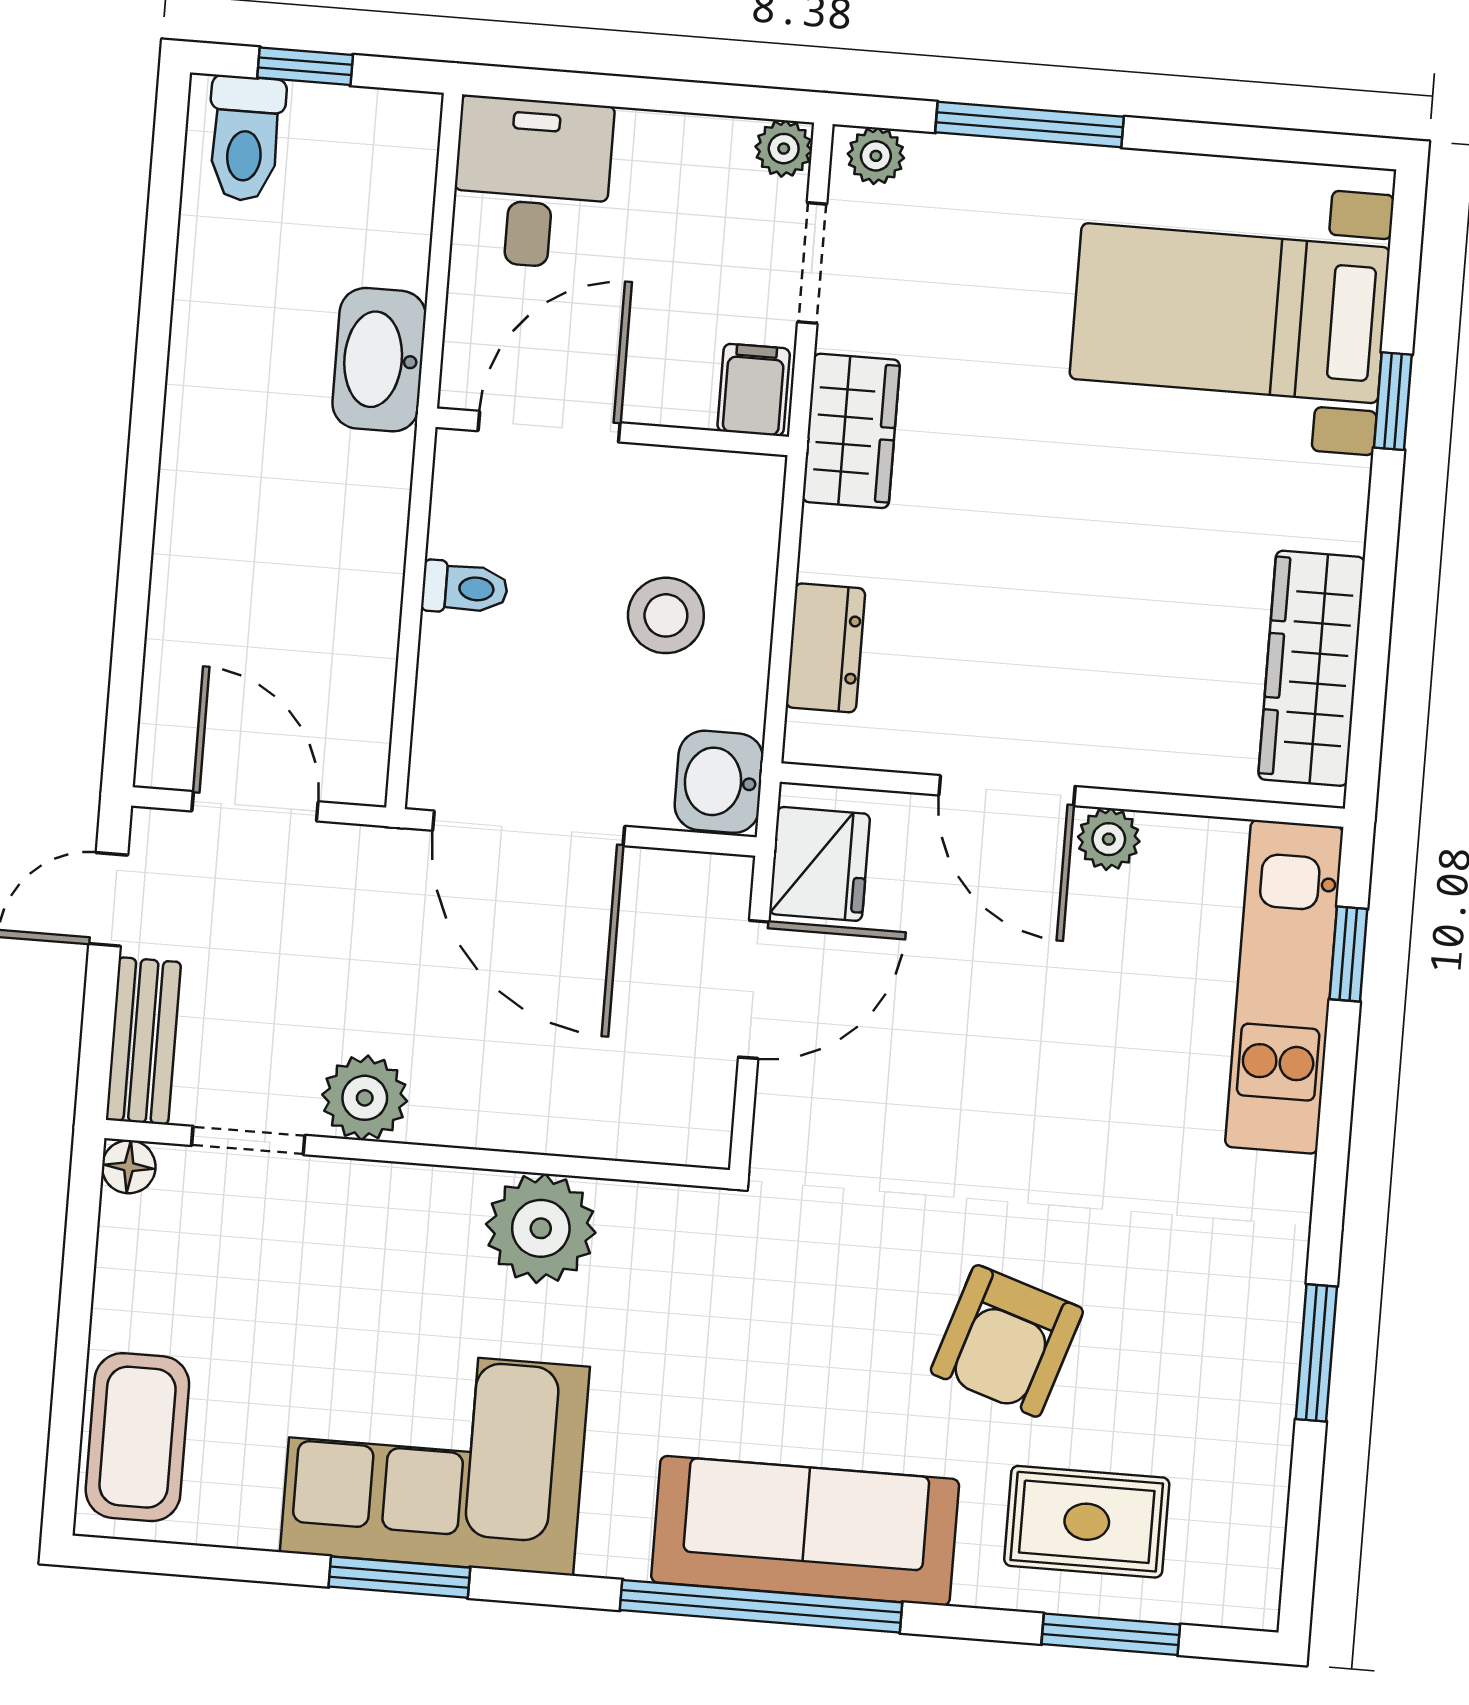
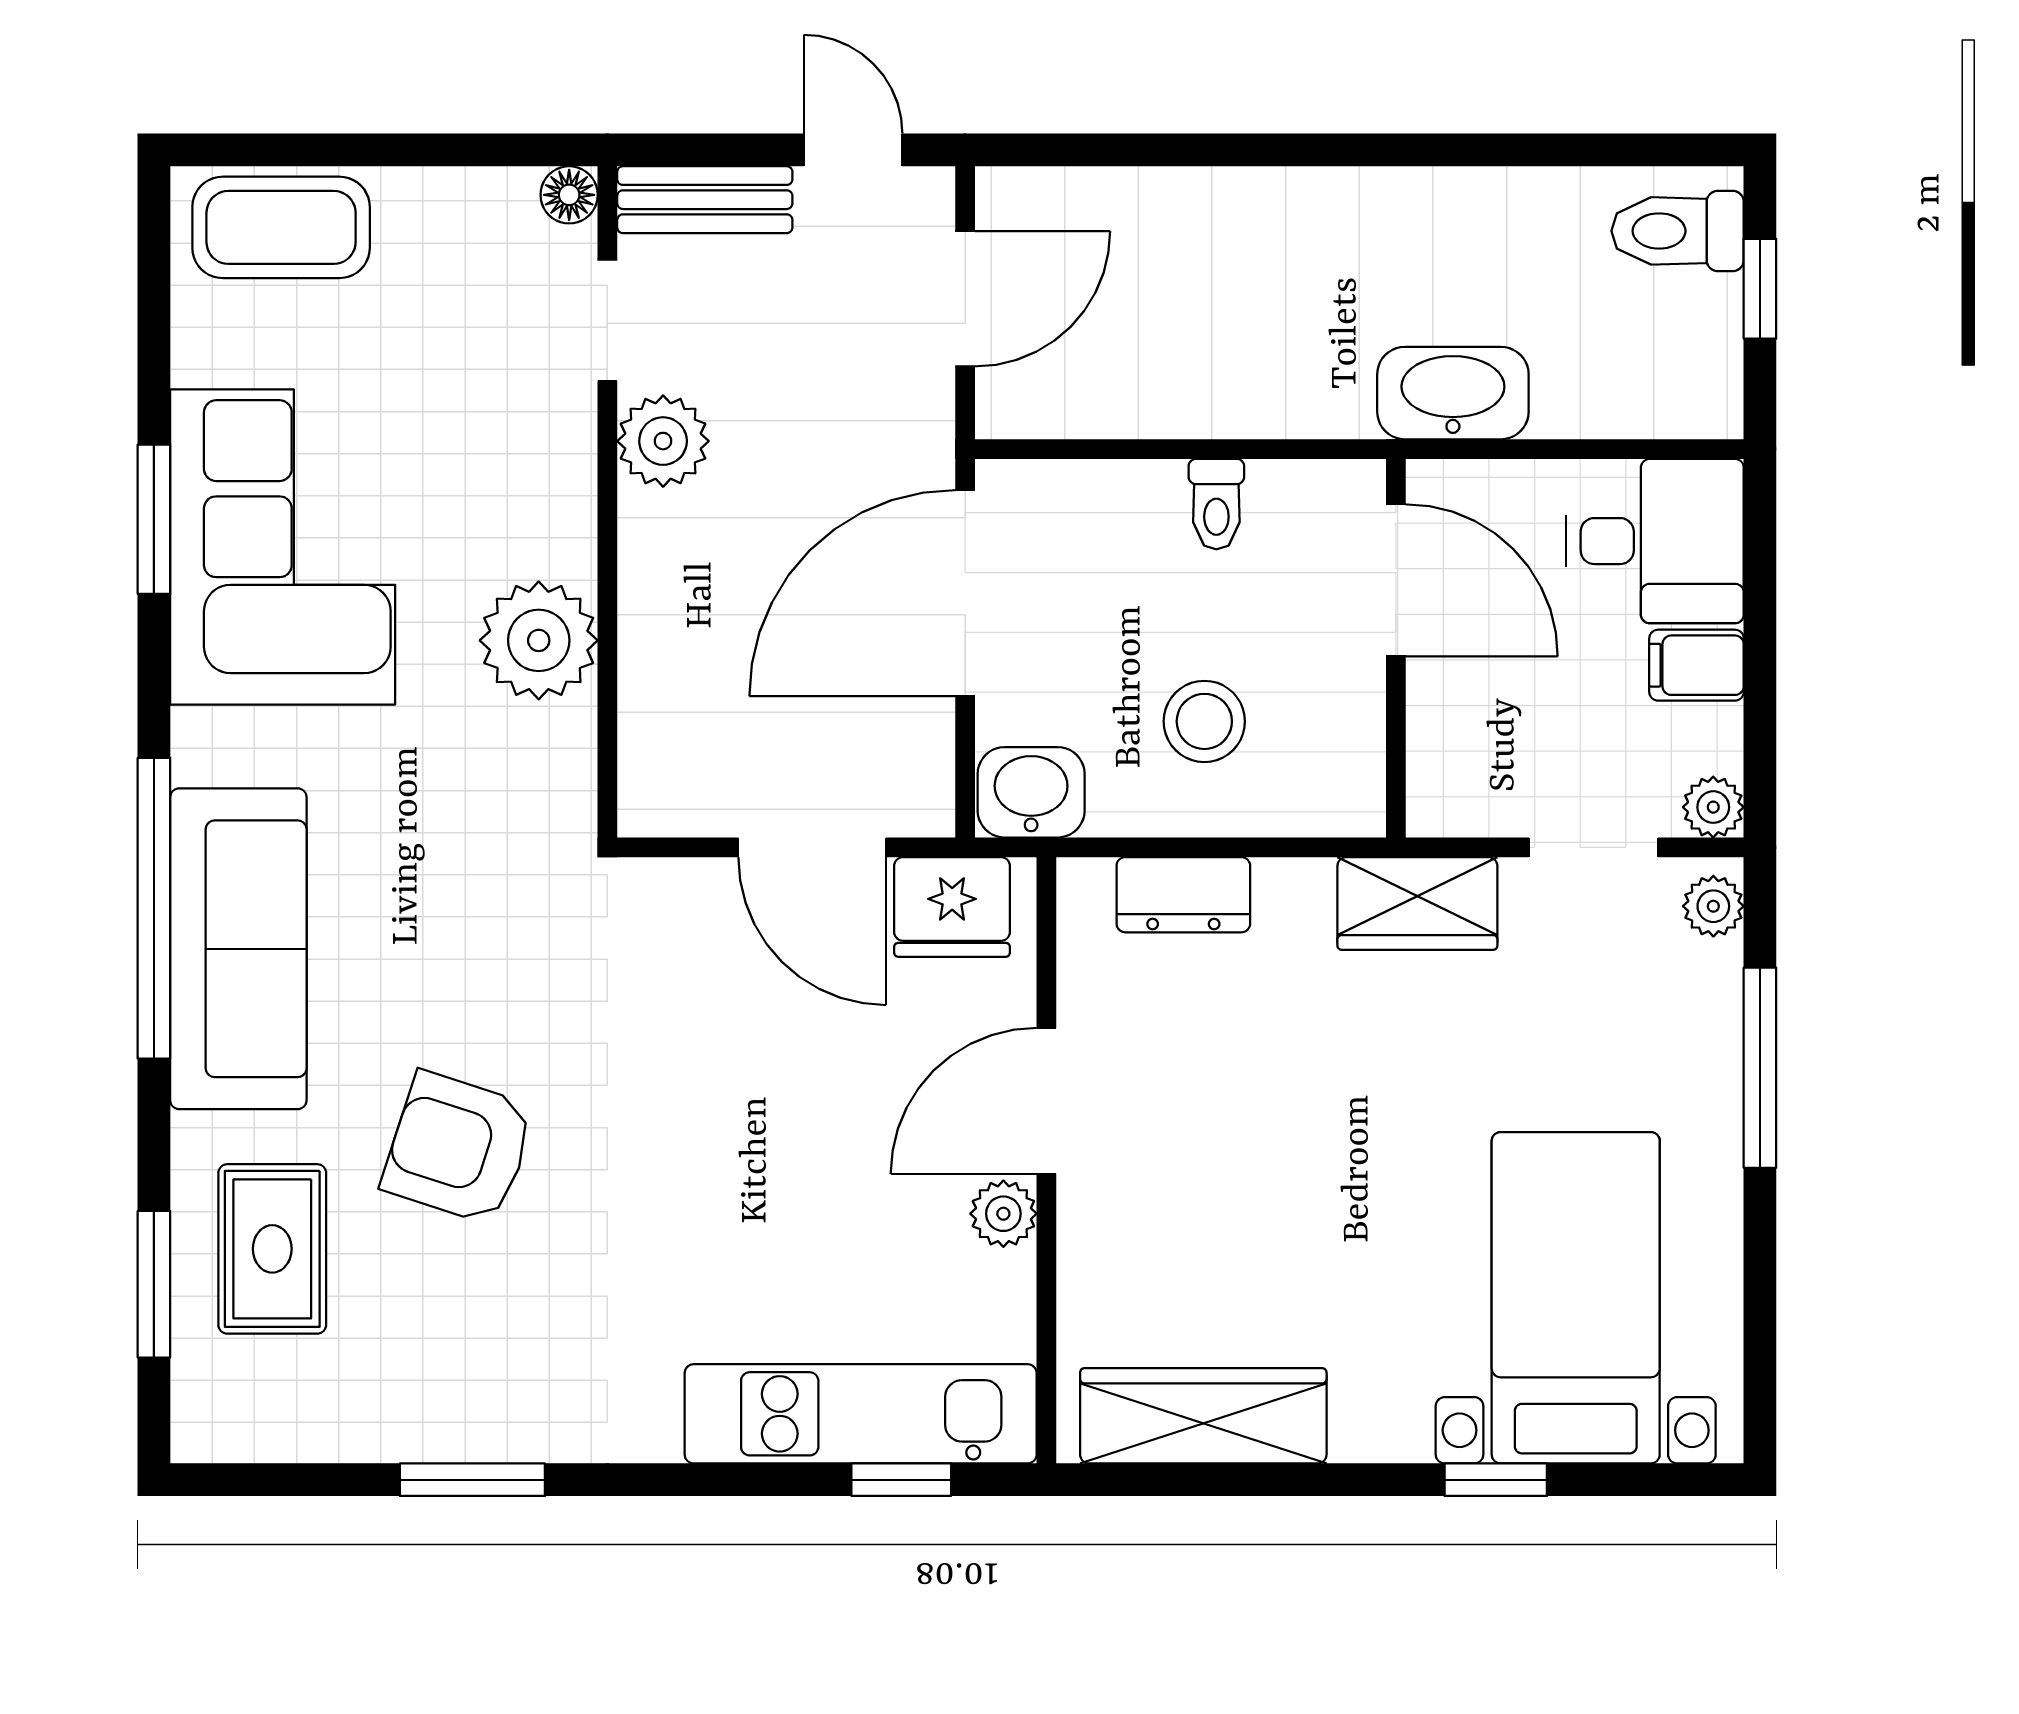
filing cabinet: (754, 390) -> (1696, 665), moved, turned 180

